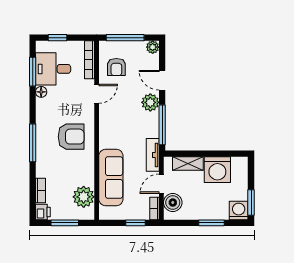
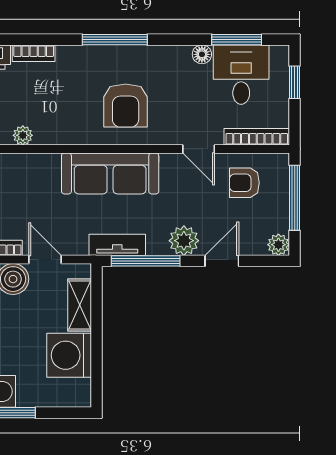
tv unit: (153, 155) -> (117, 245), moved
sofa: (111, 177) -> (110, 173), moved
plant: (84, 197) -> (23, 135), width x0.53, depth x0.53

